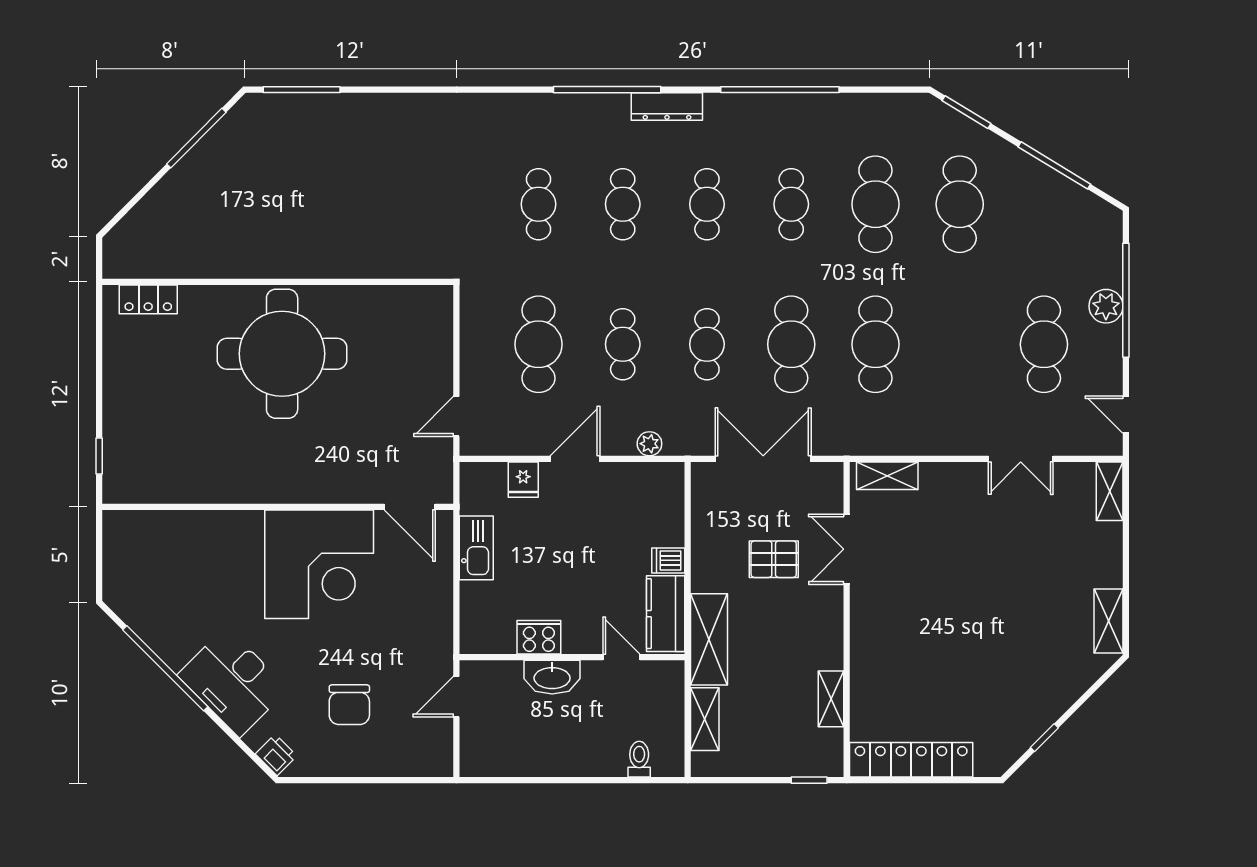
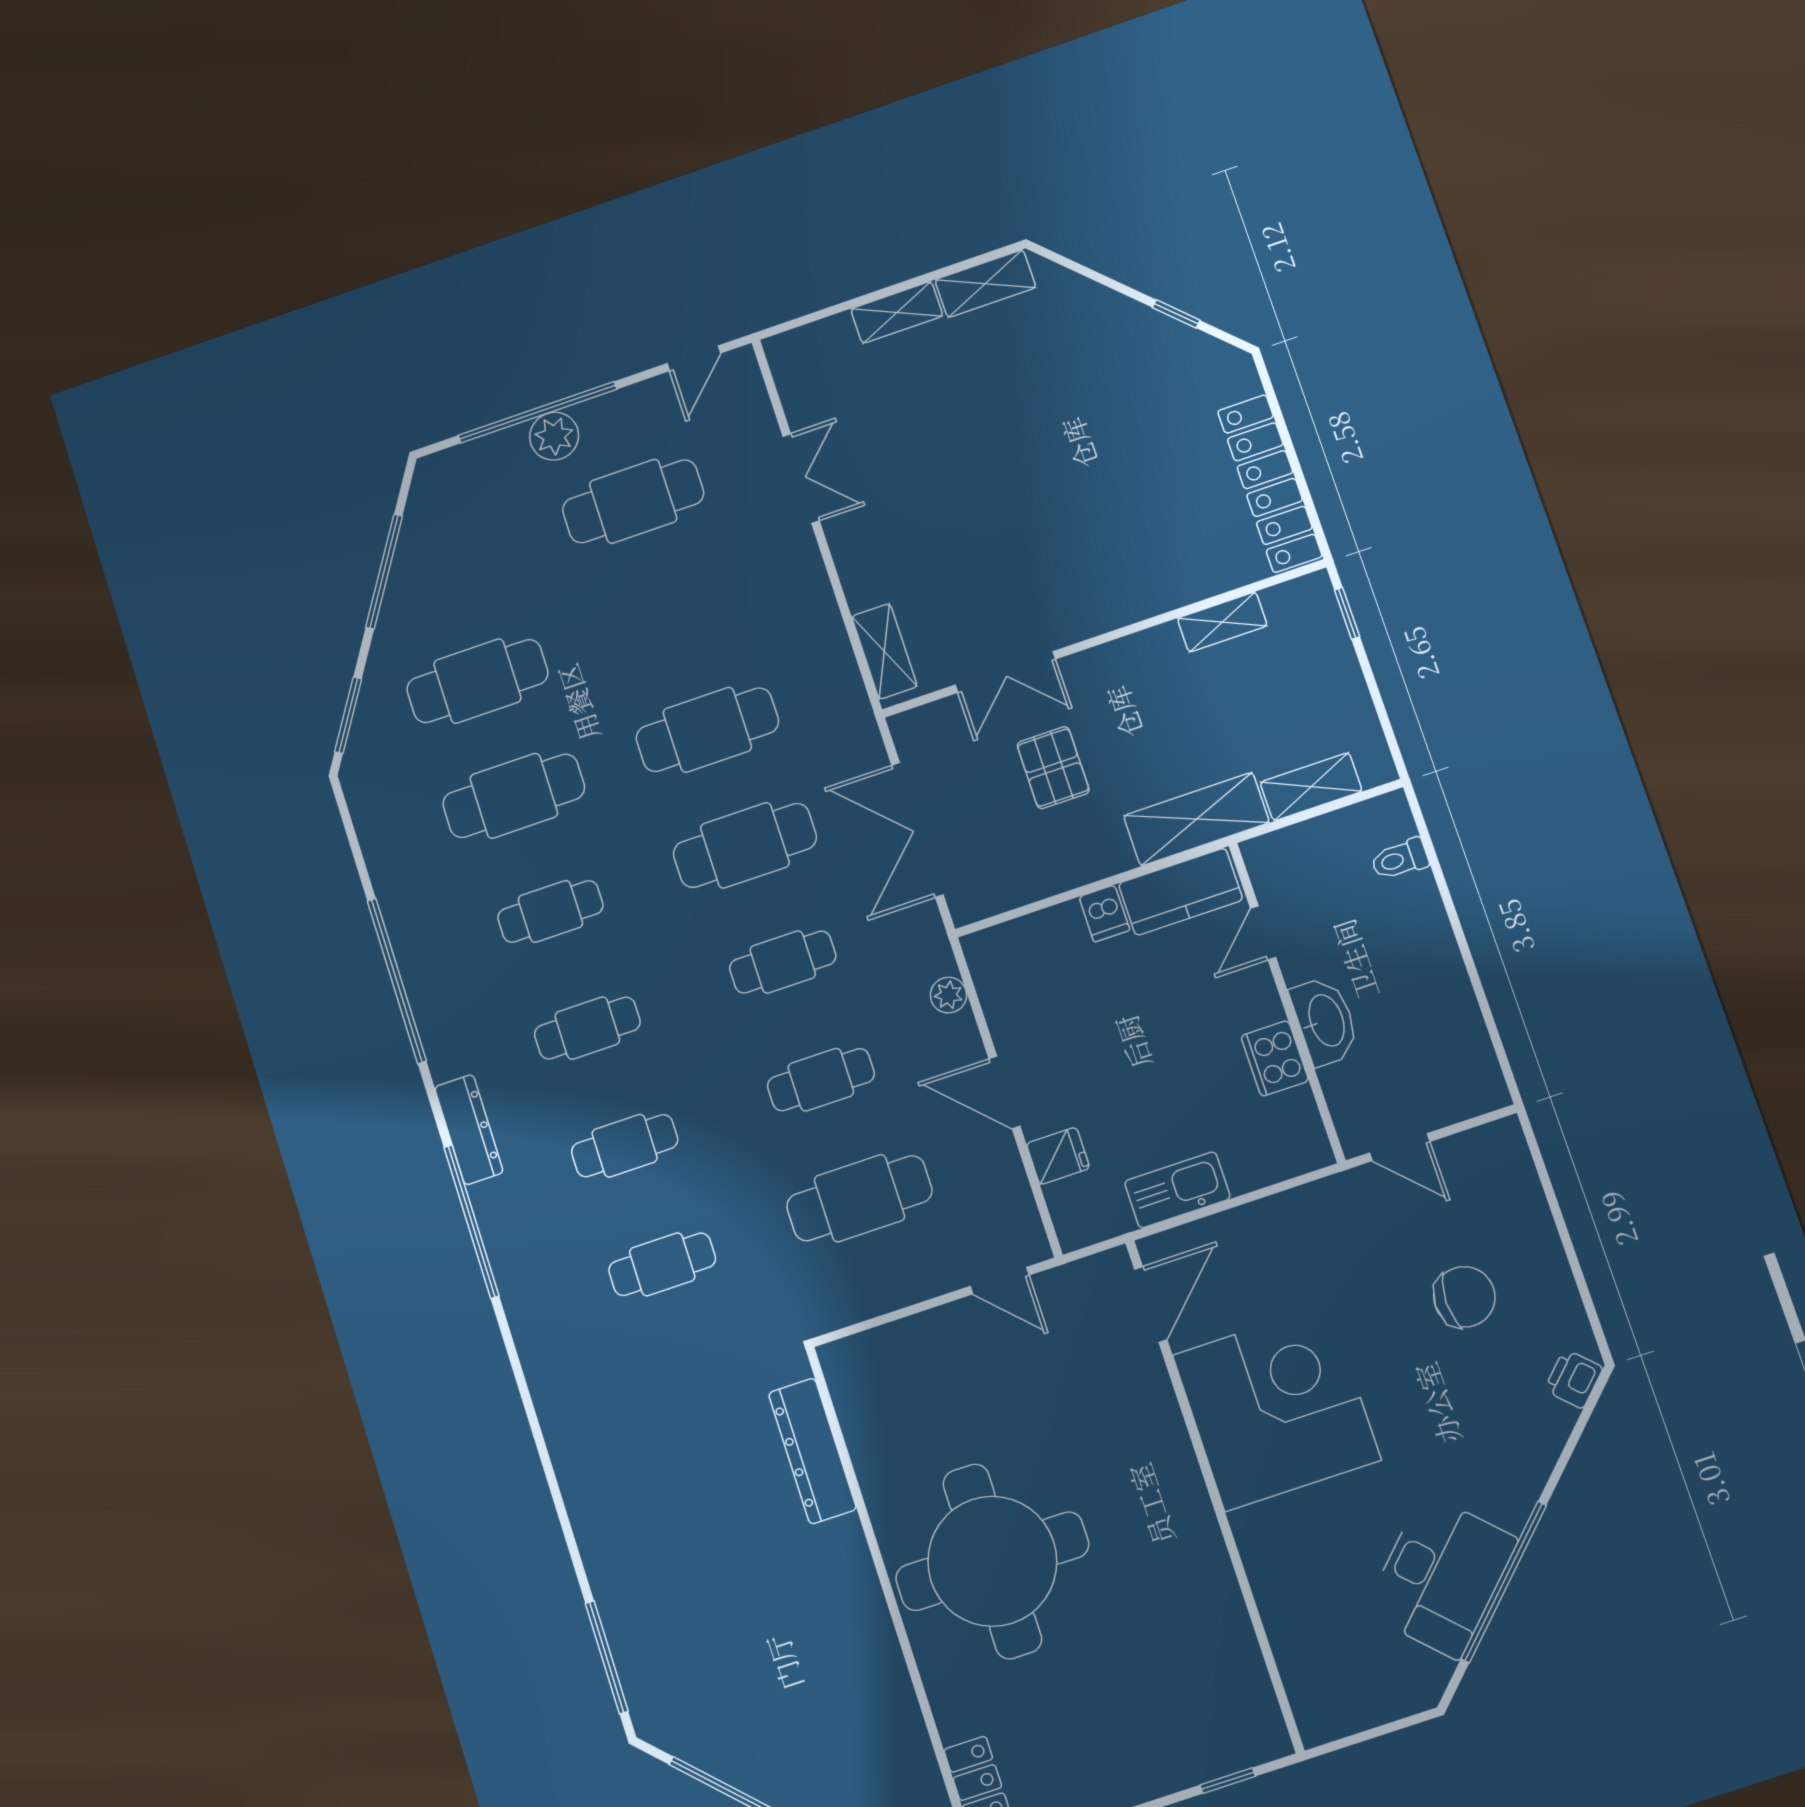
dresser: (388, 262) -> (812, 1451), added
shelving: (1110, 491) -> (897, 312), moved
desk: (233, 682) -> (1441, 1576), moved

